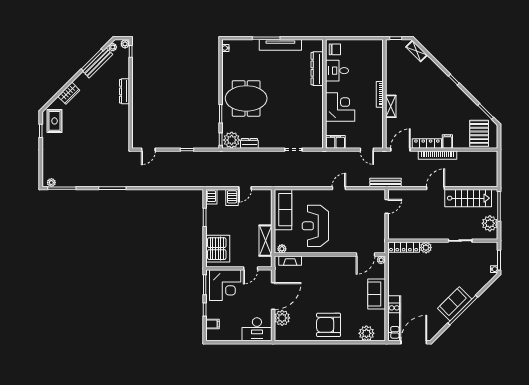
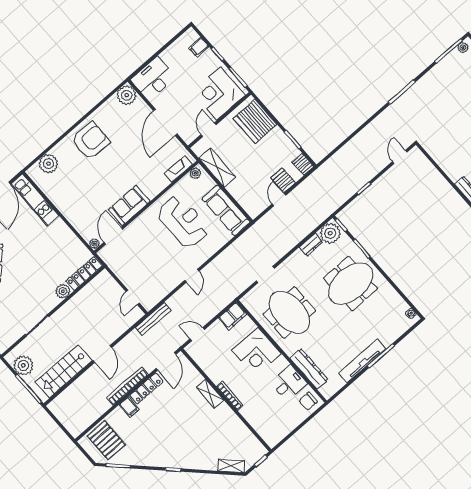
meeting table: (299, 114) -> (289, 312), added
sofa: (377, 294) -> (129, 206), moved, turned -90
plant: (282, 318) -> (127, 95), moved

